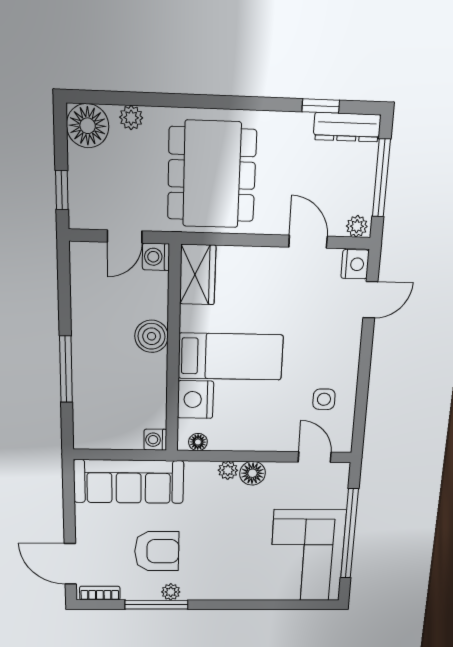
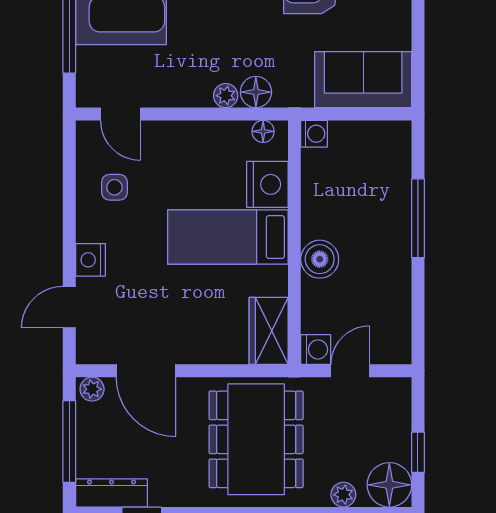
window: (62, 190) -> (418, 452), moved
door: (308, 242) -> (146, 371), width x1.38
nightstand: (355, 264) -> (91, 260), moved
floor lamp: (253, 473) -> (256, 92), moved
sofa: (129, 482) -> (363, 80), width x0.73

